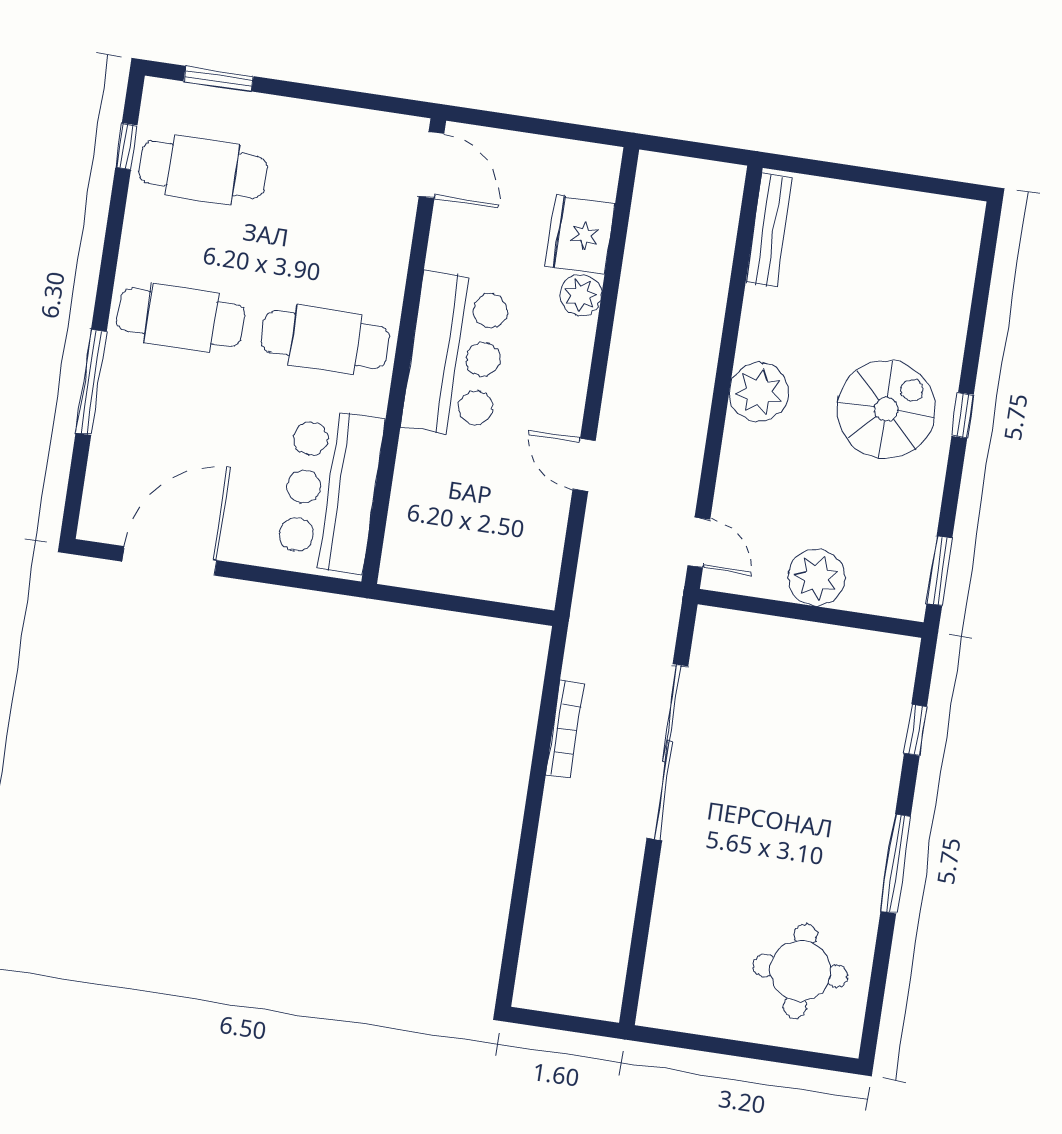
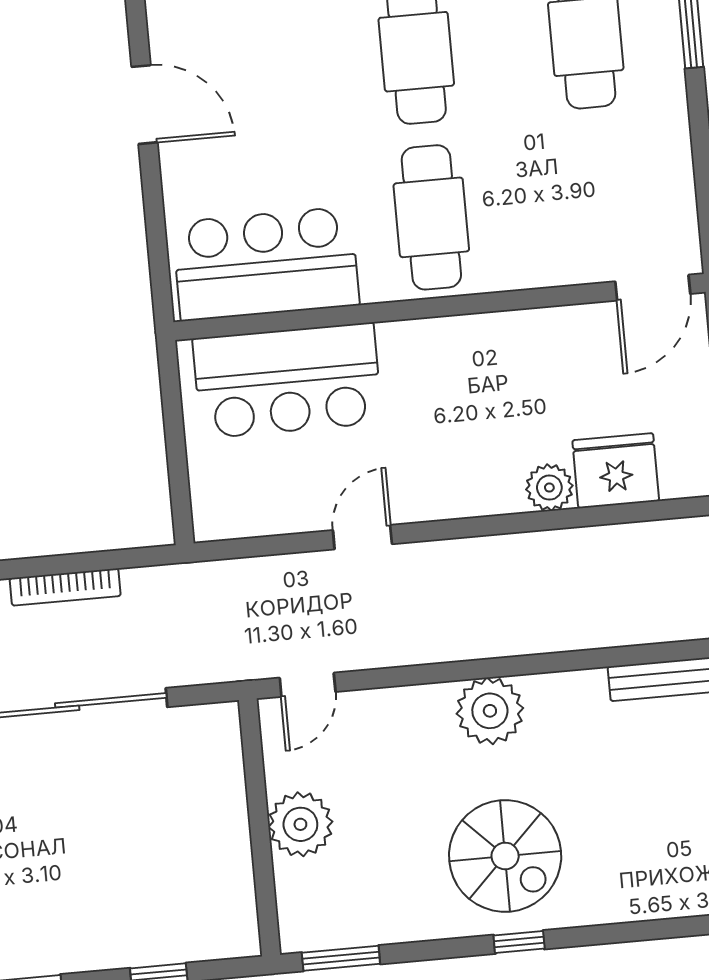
bar counter: (456, 355) -> (287, 381), moved
door: (169, 561) -> (145, 105), width x0.73

